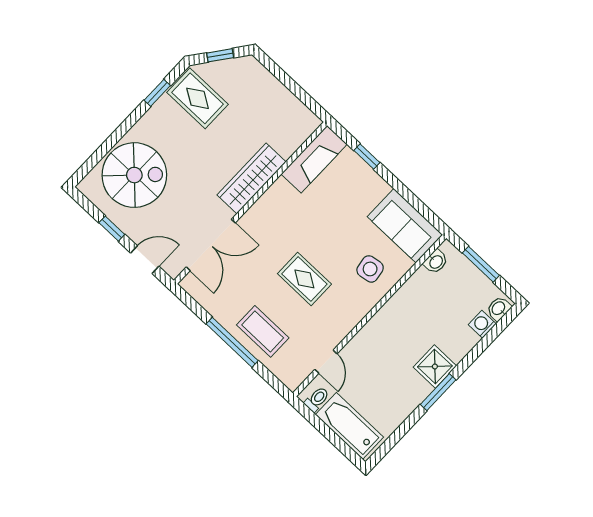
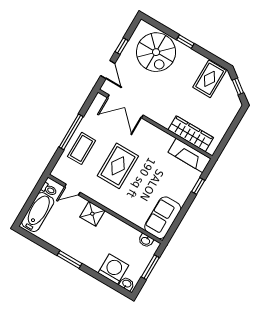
window: (157, 93) -> (185, 42), moved
wardrobe: (251, 178) -> (191, 134), moved
side table: (370, 269) -> (133, 203), removed
rug: (304, 279) -> (118, 166), width x1.36, depth x1.43
washing machine: (482, 324) -> (113, 269), width x1.89, depth x1.89
shower: (435, 366) -> (92, 214), moved

